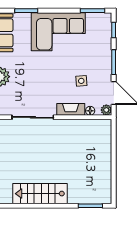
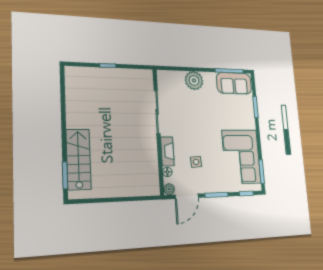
corner sofa: (58, 32) -> (241, 157), moved
stairs: (40, 194) -> (78, 159), moved

